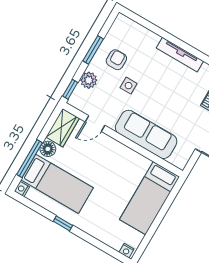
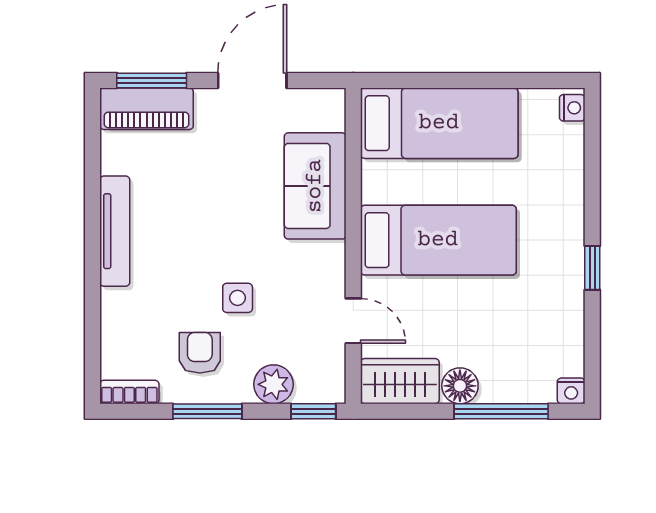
bookcase: (117, 25) -> (129, 392), added
armchair: (116, 60) -> (200, 353), turned 90
sofa: (146, 134) -> (315, 186), width x0.73
bed: (57, 184) -> (438, 240), moved, turned 90

